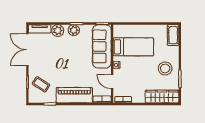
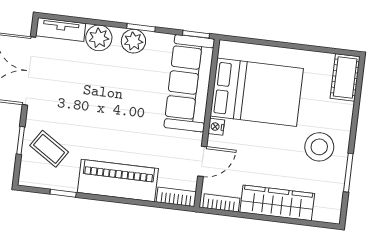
bed: (133, 47) -> (257, 92), width x1.50
door: (112, 82) -> (202, 161), swing flipped
wardrobe: (162, 97) -> (277, 203), moved

